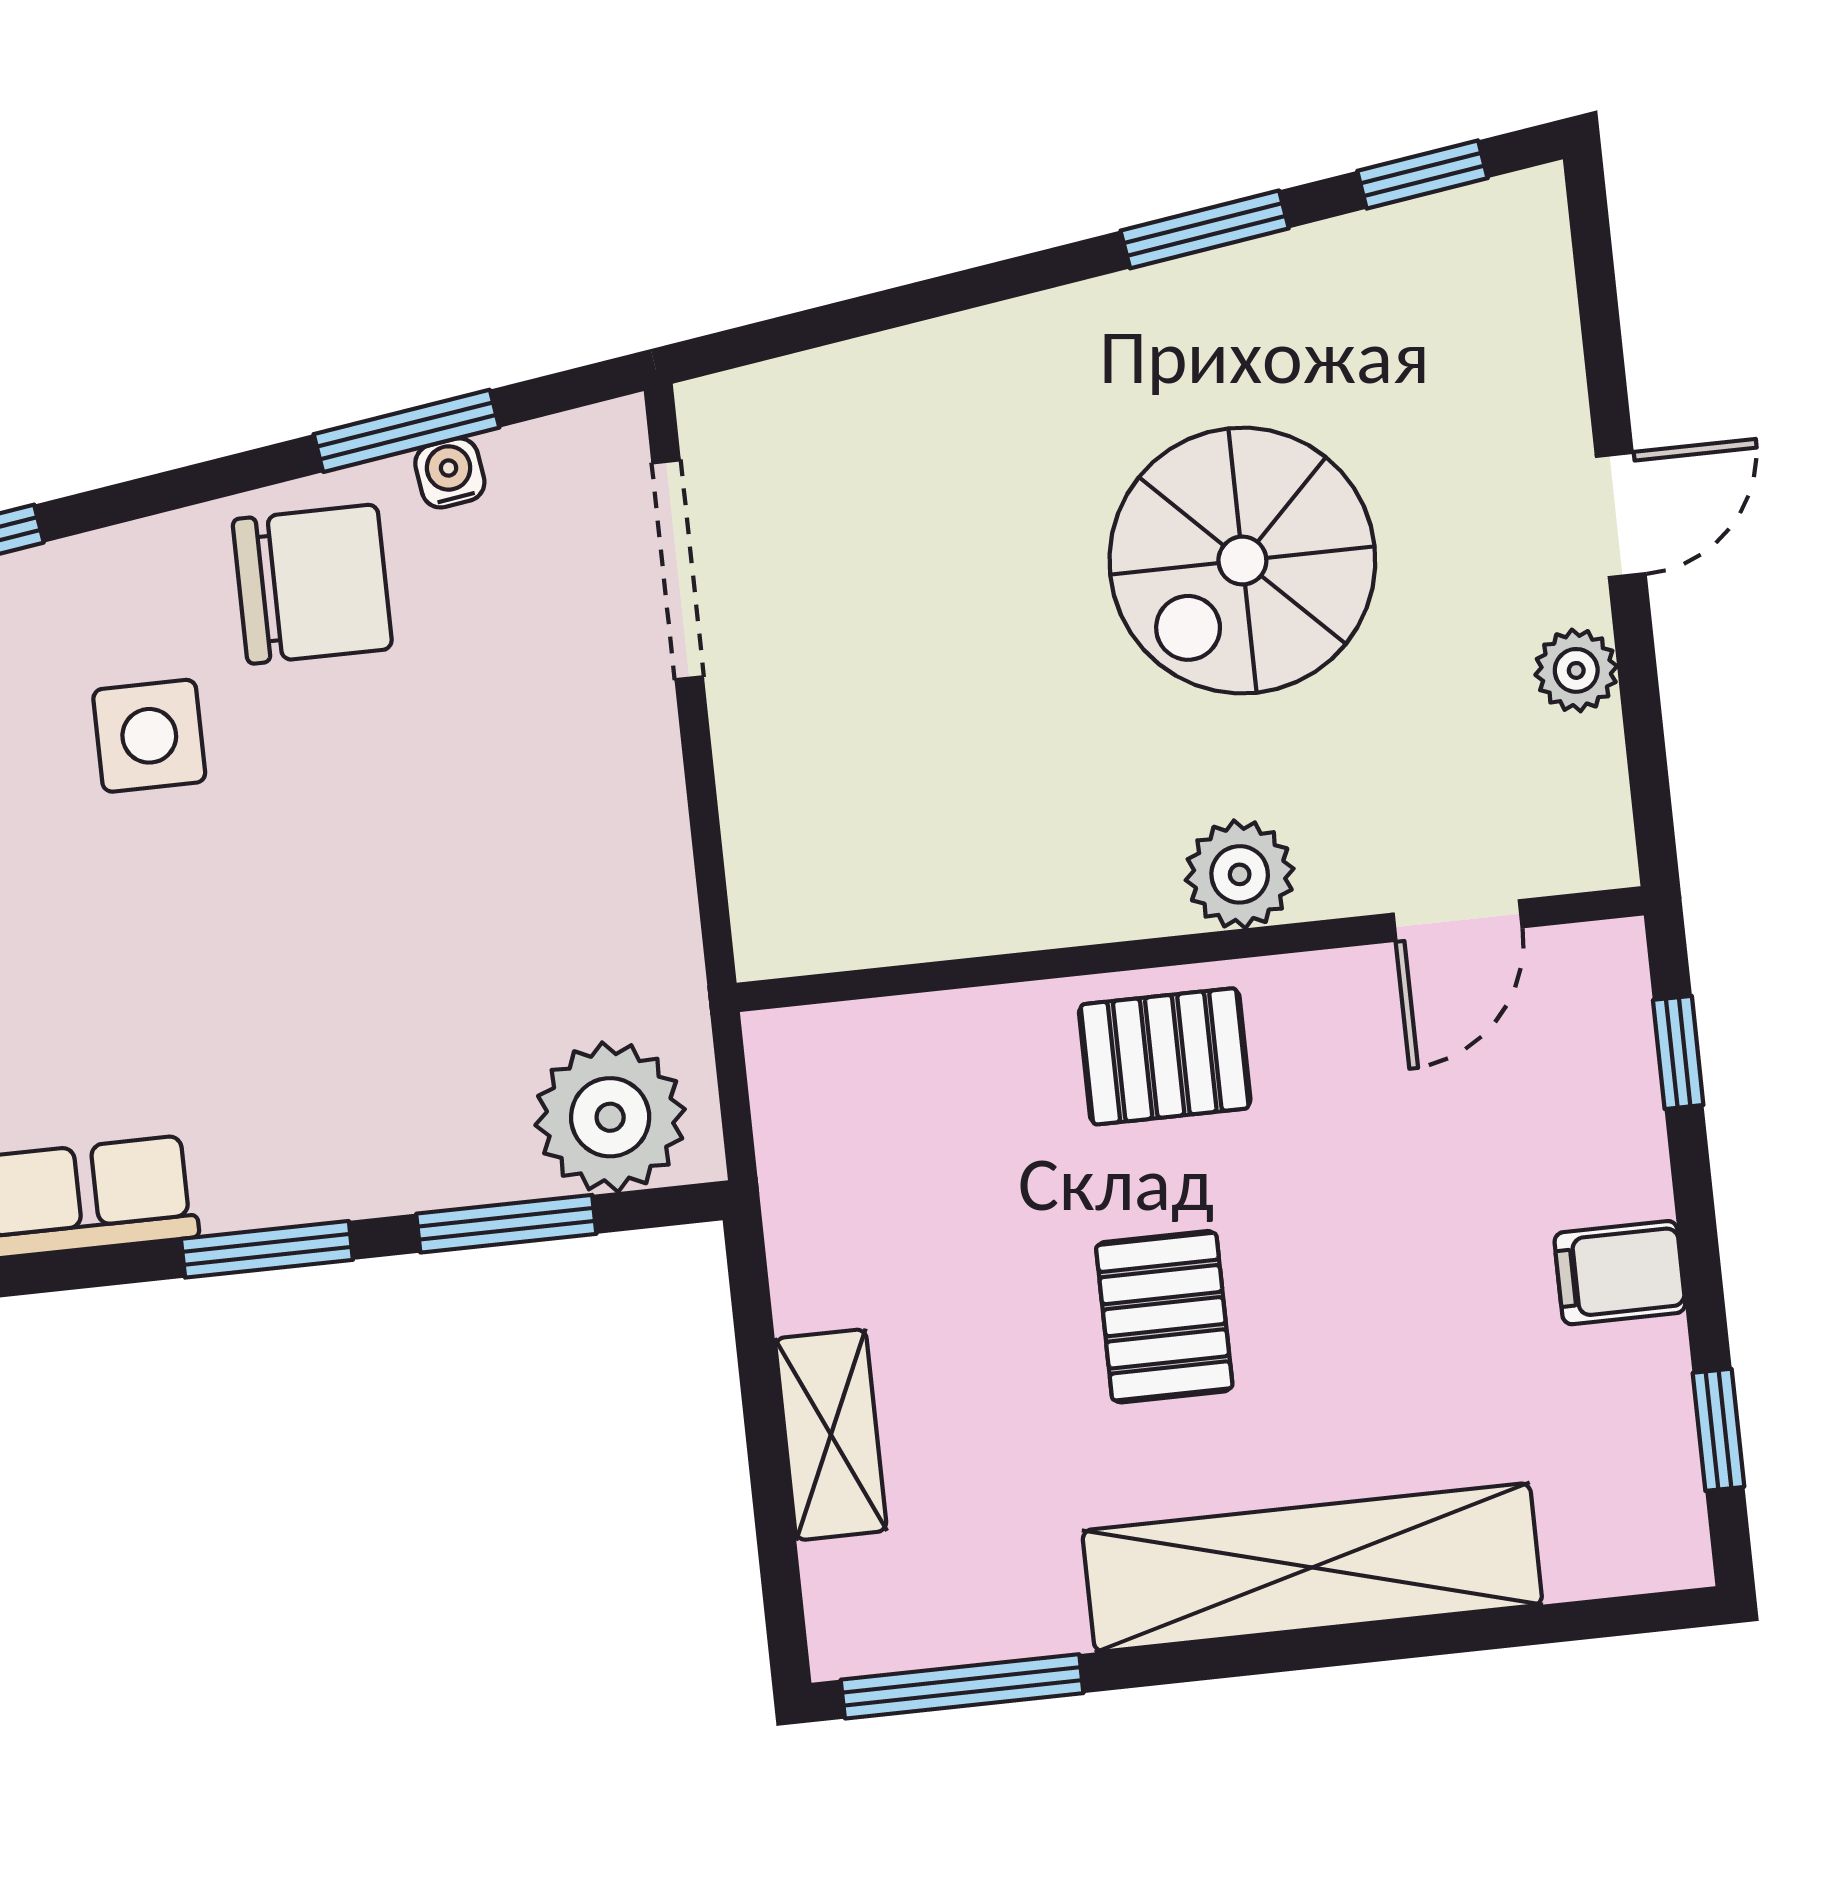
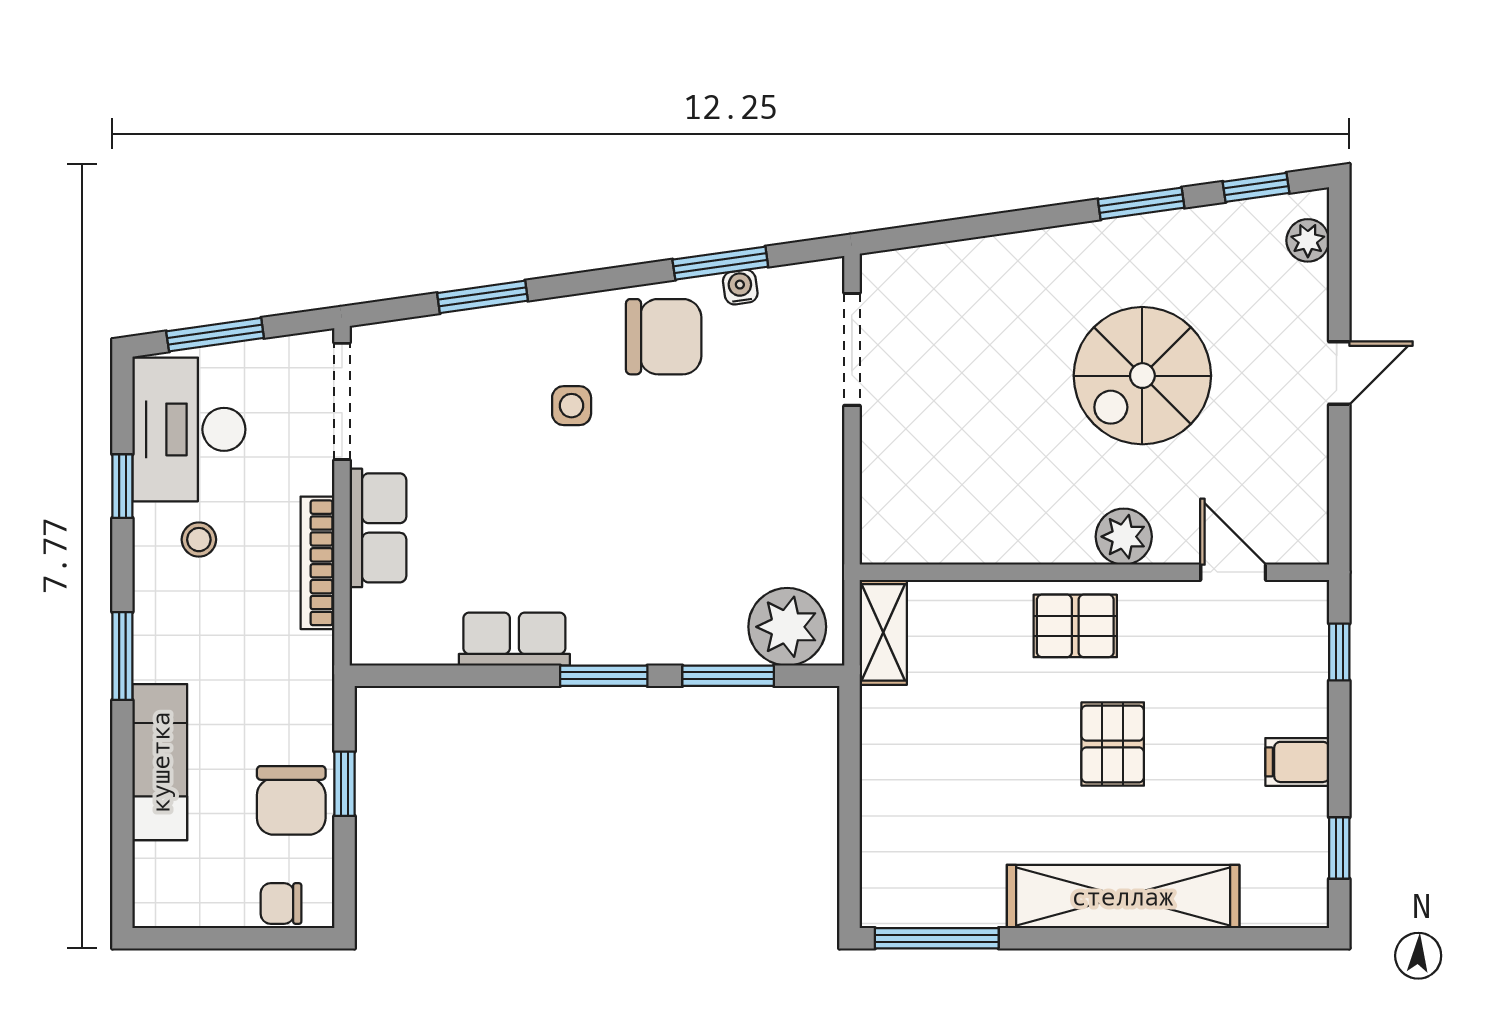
plant: (1576, 670) -> (1308, 240), moved
side table: (149, 736) -> (572, 406), width x0.73, depth x0.73
door: (1458, 920) -> (1233, 572), swing flipped
pallet: (1164, 1317) -> (1113, 744), moved
shelving: (831, 1435) -> (883, 632), moved

